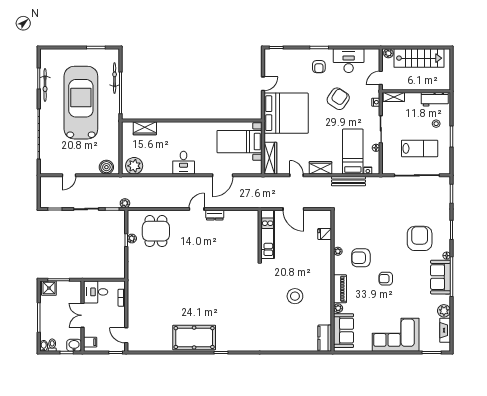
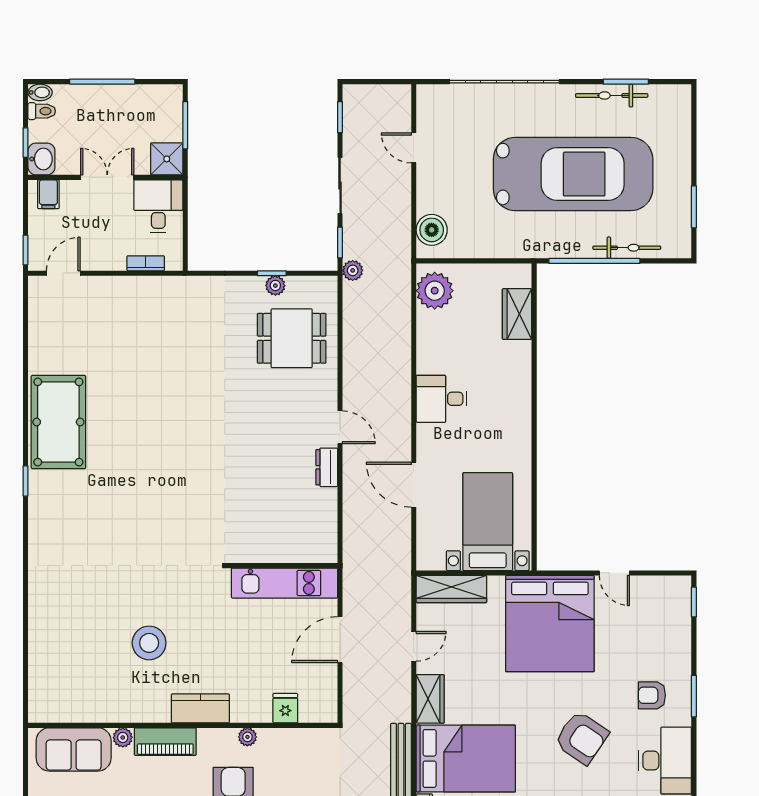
bed: (353, 152) -> (466, 759), width x1.50
shower: (49, 288) -> (167, 159), moved
kitchen counter: (325, 338) -> (200, 708), moved

